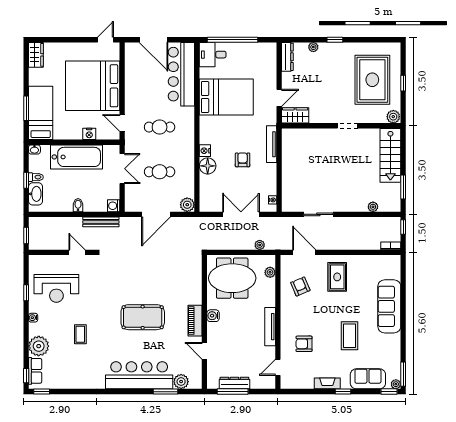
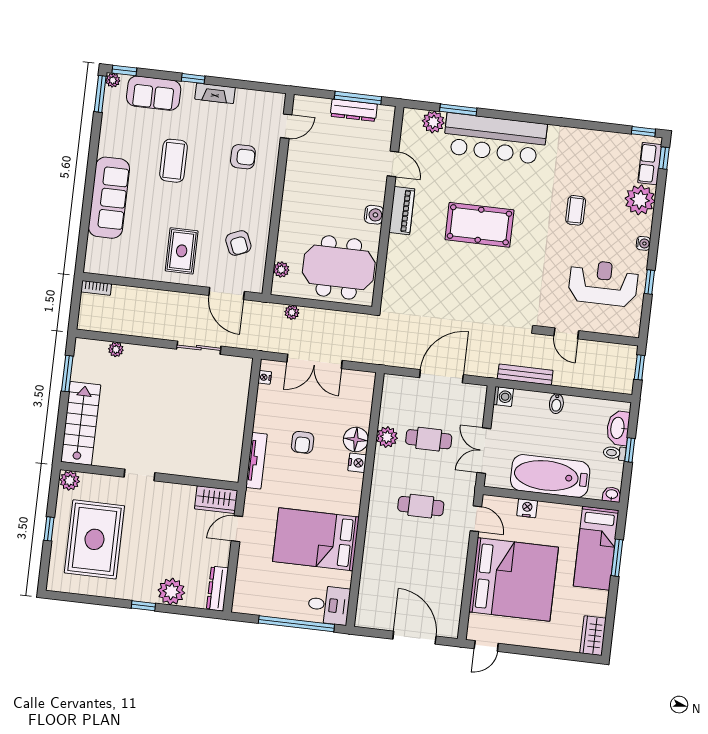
plant: (313, 47) -> (171, 592), width x1.87, depth x1.87
bar counter: (181, 74) -> (379, 581), removed
plant: (187, 205) -> (387, 437), moved
window: (403, 227) -> (74, 314), removed
tv unit: (270, 327) -> (291, 188), removed

